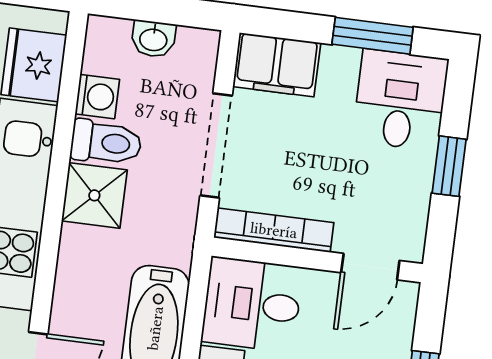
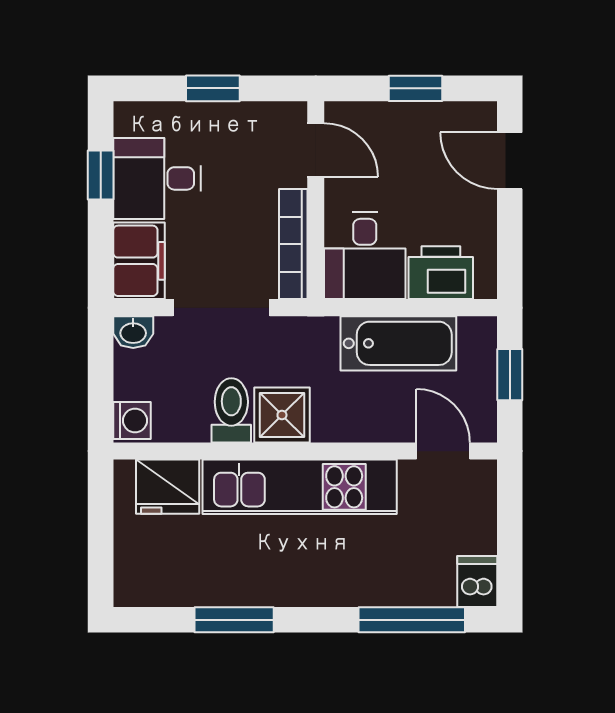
window: (373, 36) -> (101, 175), width x0.67
washbasin: (153, 39) -> (133, 332), moved, turned 90
washing machine: (97, 97) -> (132, 420), moved, turned 90
desk: (400, 100) -> (157, 178), moved

